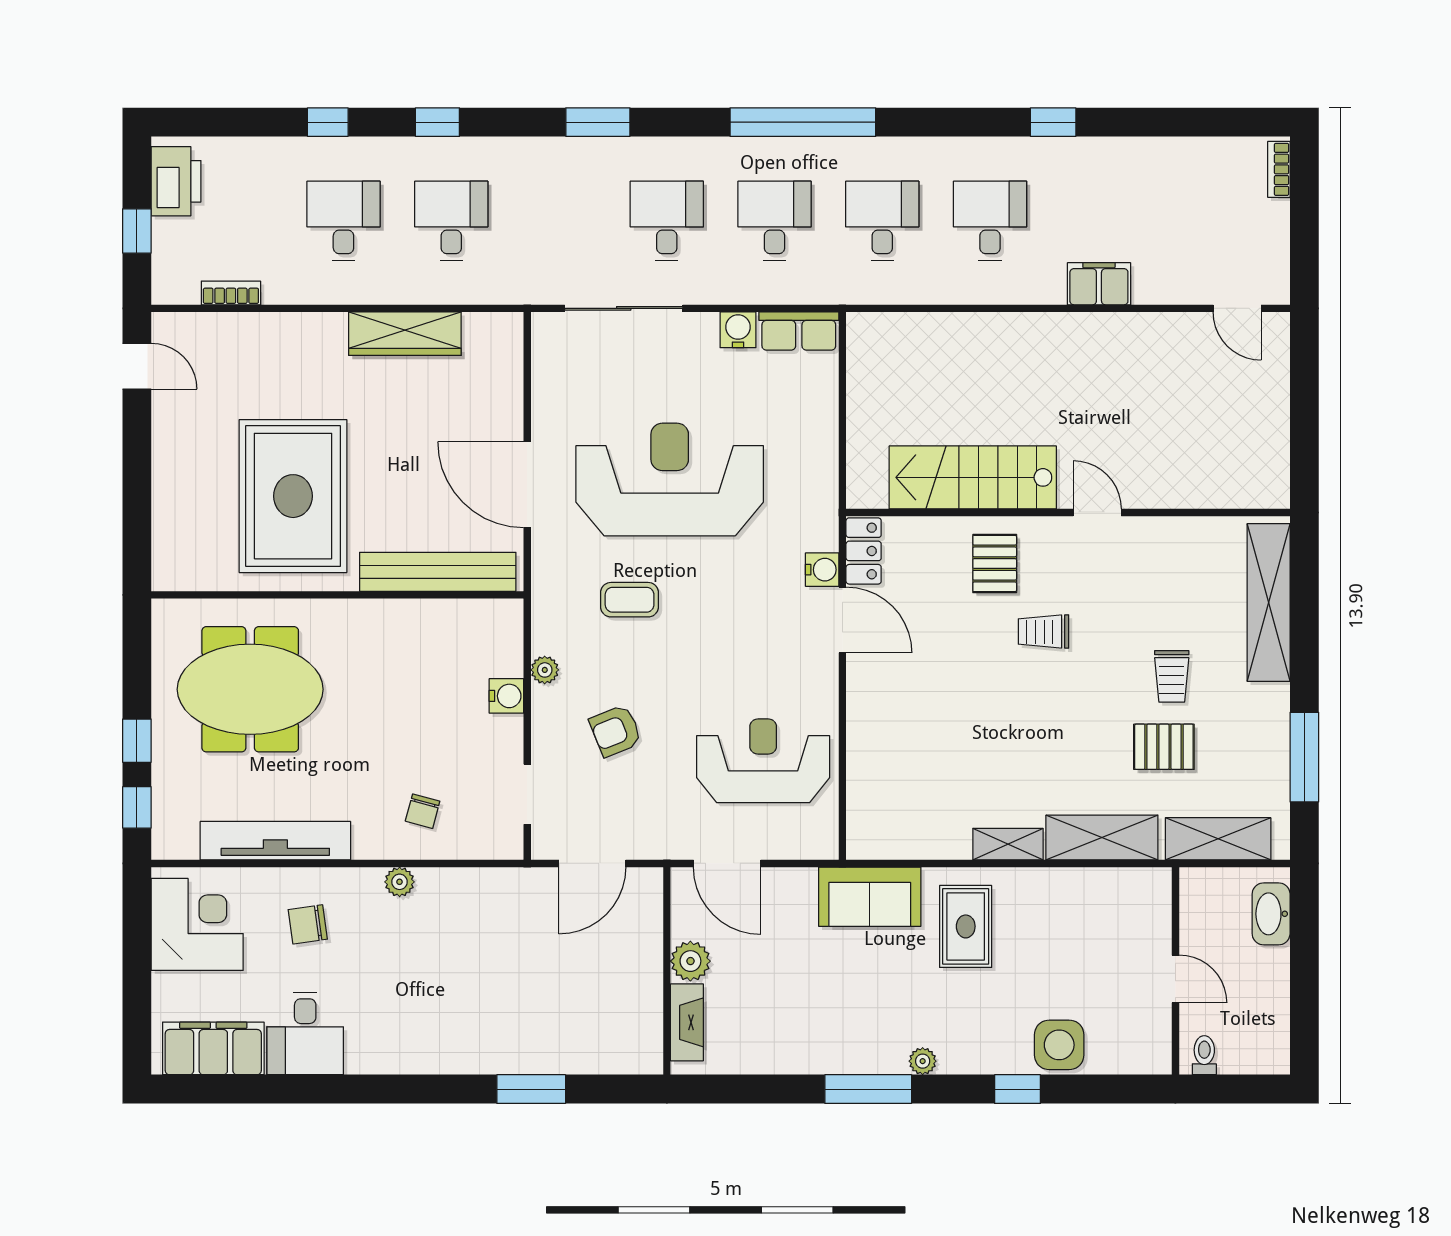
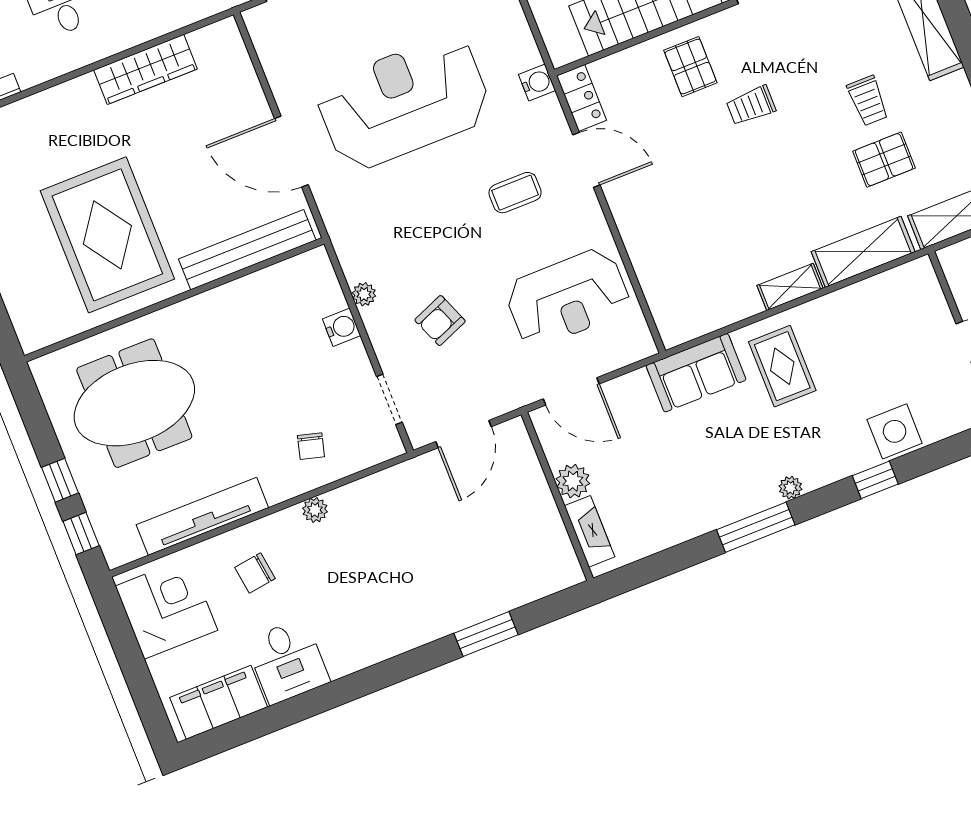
water cooler: (822, 570) -> (537, 82), moved
coffee table: (630, 600) -> (515, 193), moved
reception desk: (763, 761) -> (568, 298), turned 180

